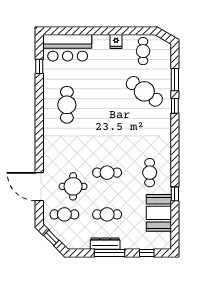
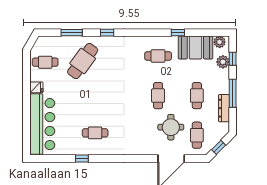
bar counter: (68, 48) -> (42, 124), width x1.36
window: (39, 66) -> (82, 159), moved
cafe table: (67, 105) -> (95, 133), width x0.73, depth x0.74
window: (175, 106) -> (107, 33), moved
plant: (165, 239) -> (220, 42), added
plant: (143, 242) -> (223, 62), added
dresser: (105, 244) -> (224, 108), moved

